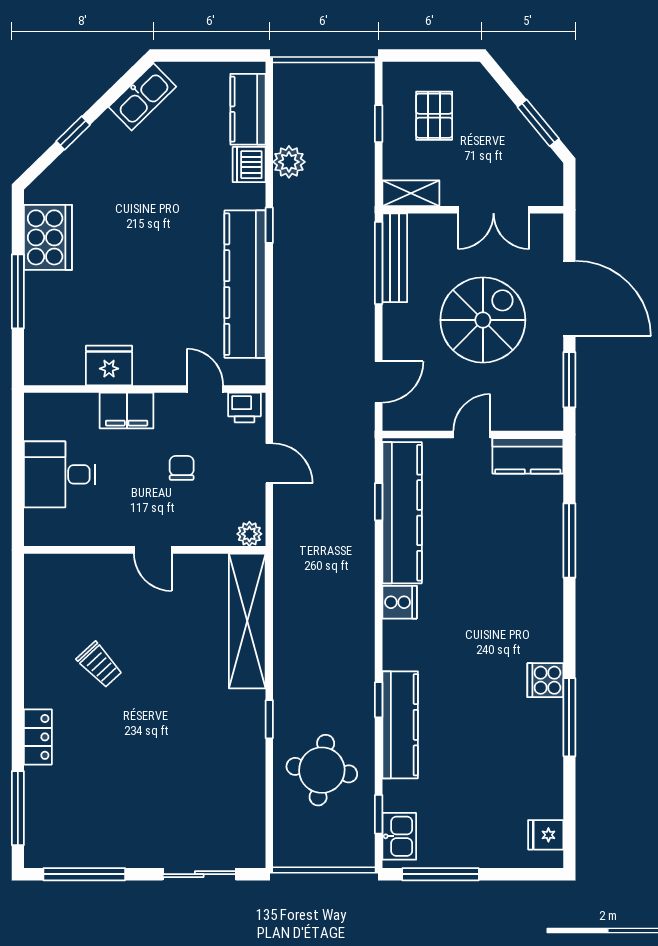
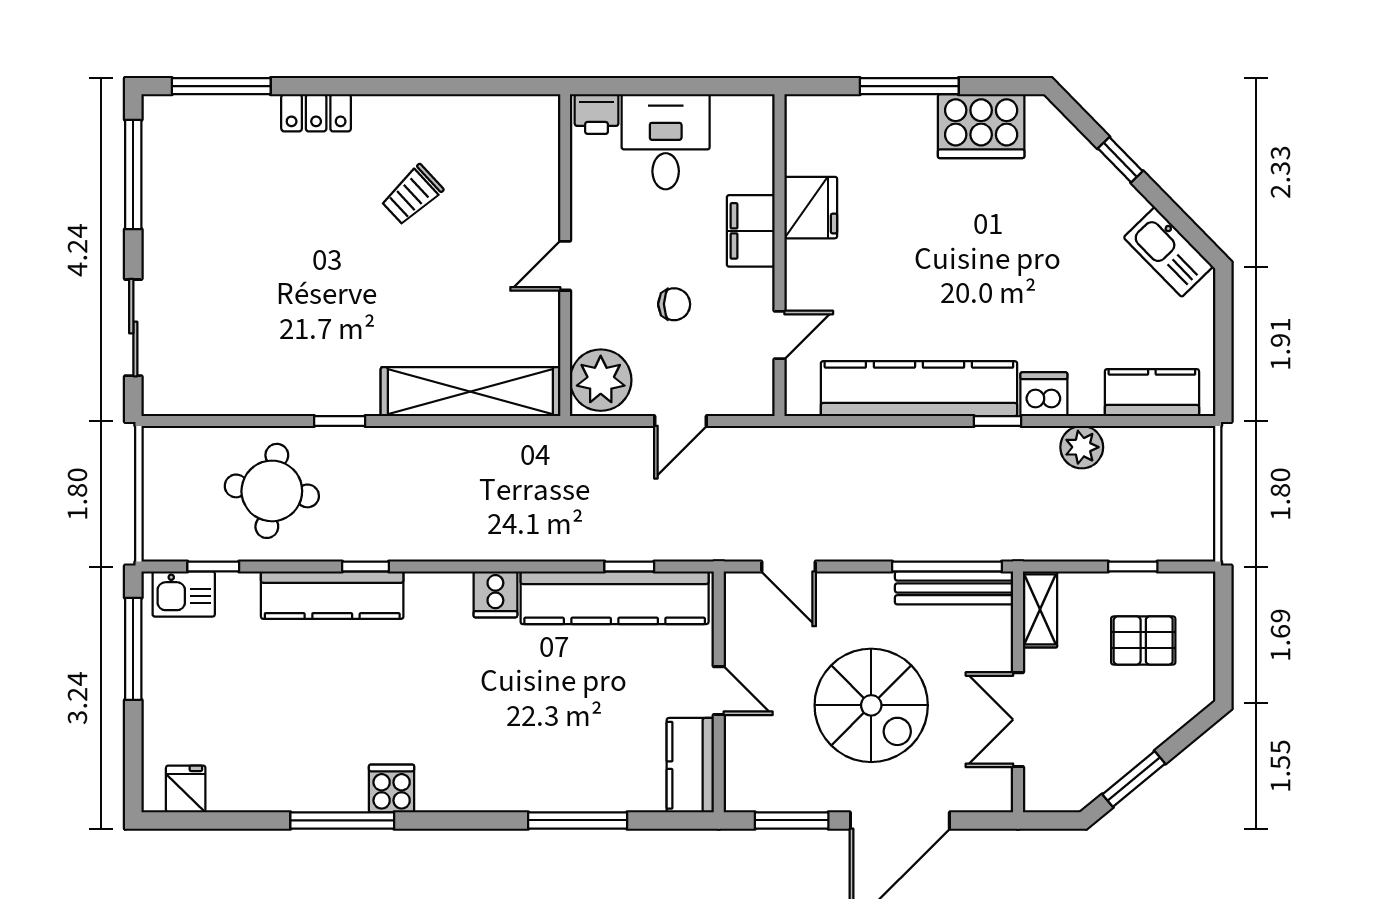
dishwasher: (249, 165) -> (1044, 394), moved
printer: (244, 407) -> (597, 114), moved, turned -90
plant: (249, 534) -> (601, 380), width x1.88, depth x1.88

